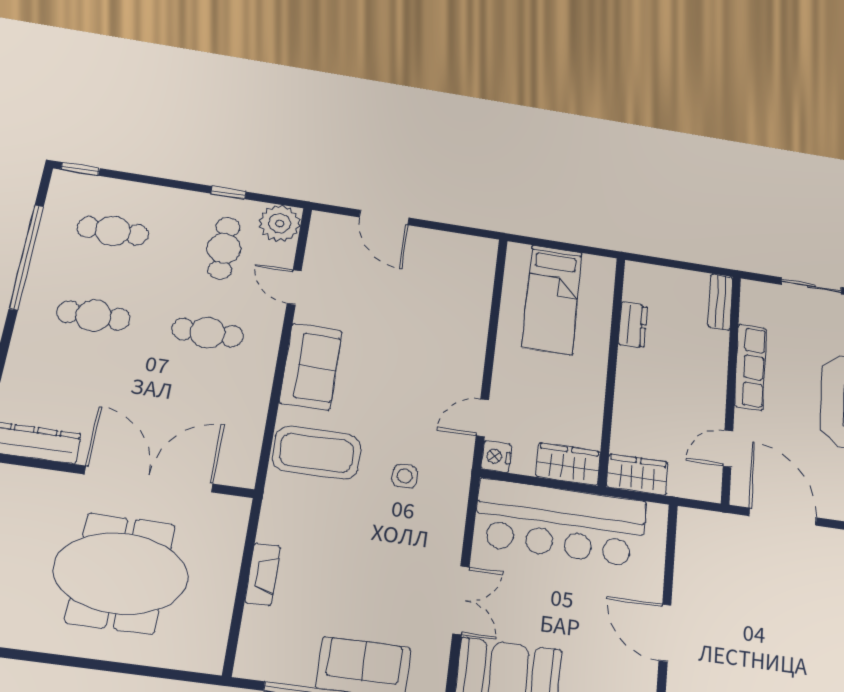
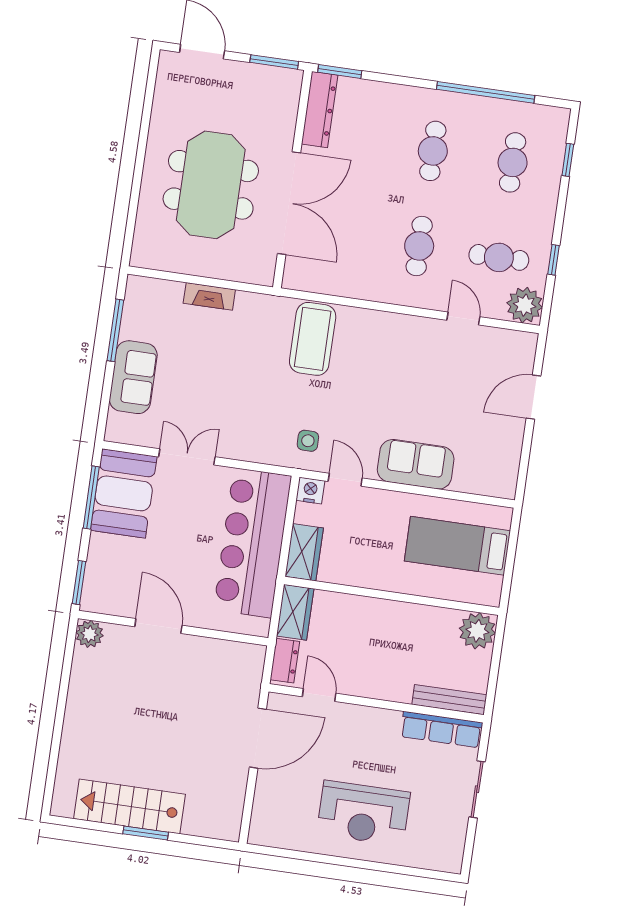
window: (80, 169) -> (568, 160), moved
plant: (643, 281) -> (477, 631), added
door: (294, 287) -> (463, 318), hinge flipped
bench: (720, 302) -> (449, 700), width x1.36
dresser: (633, 325) -> (285, 661), moved, turned -90
sofa: (311, 367) -> (416, 464), moved, turned 180
row of seats: (750, 367) -> (441, 730), moved
side table: (405, 476) -> (308, 441), moved
double door: (461, 600) -> (187, 457), swing flipped
door: (665, 633) -> (158, 626), hinge flipped

